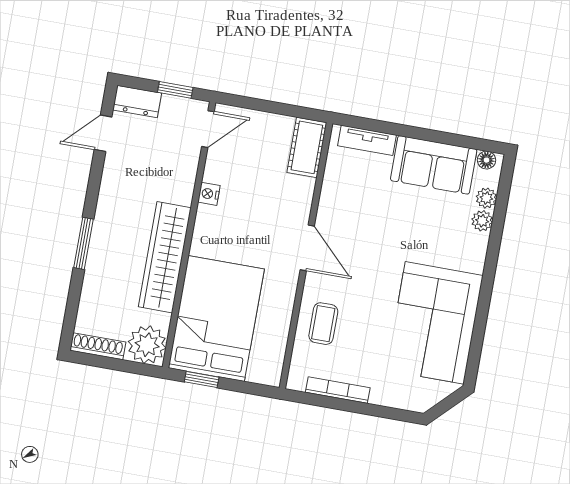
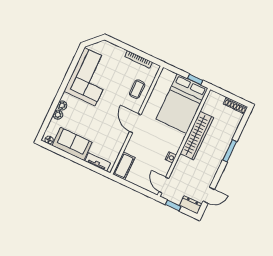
door: (208, 129) -> (164, 185), hinge flipped
plant: (486, 198) -> (62, 105), moved
plant: (147, 345) -> (214, 100), removed

